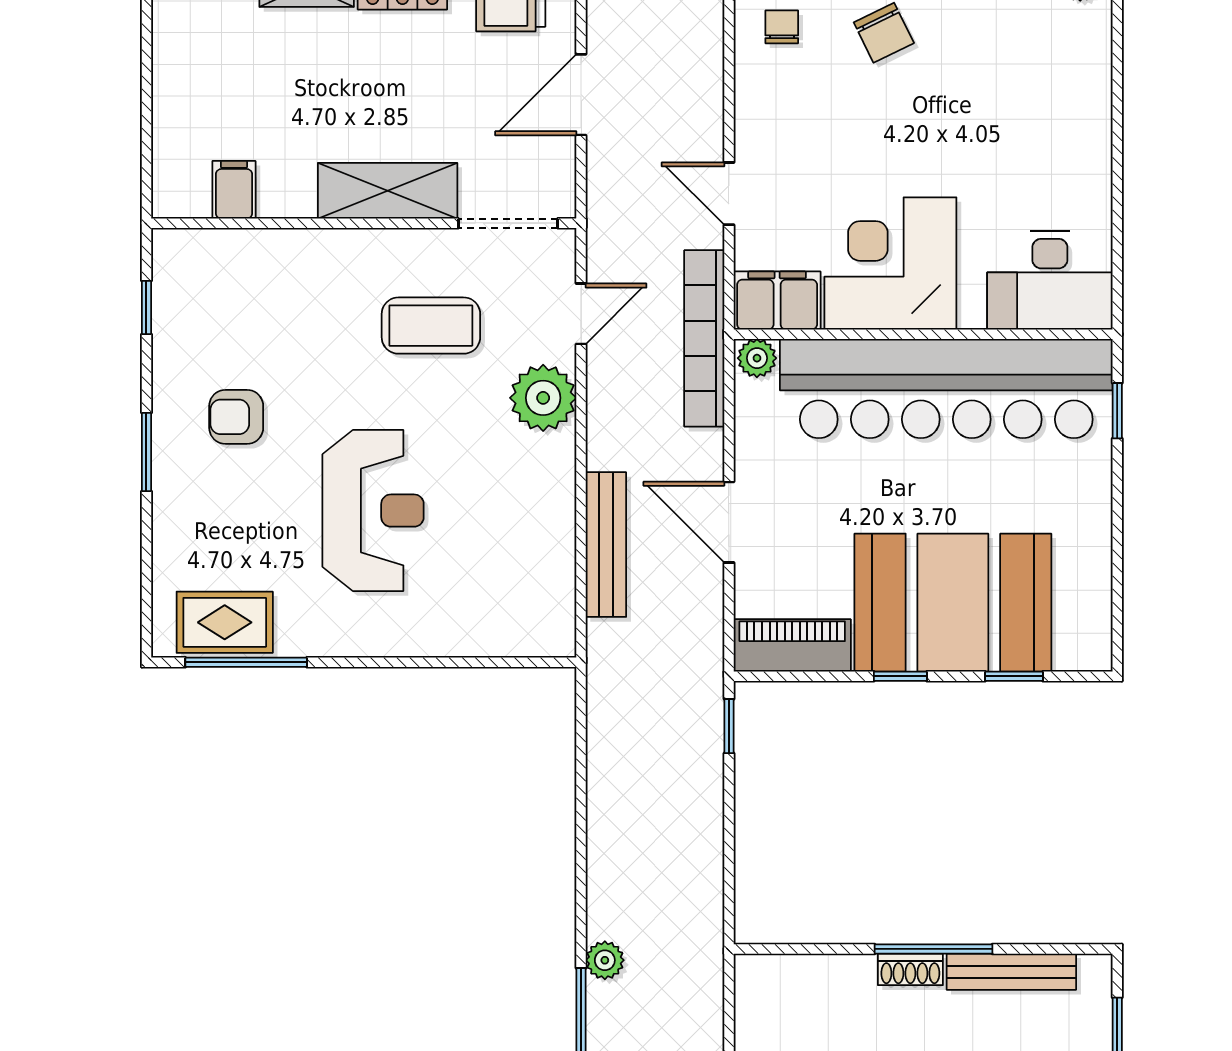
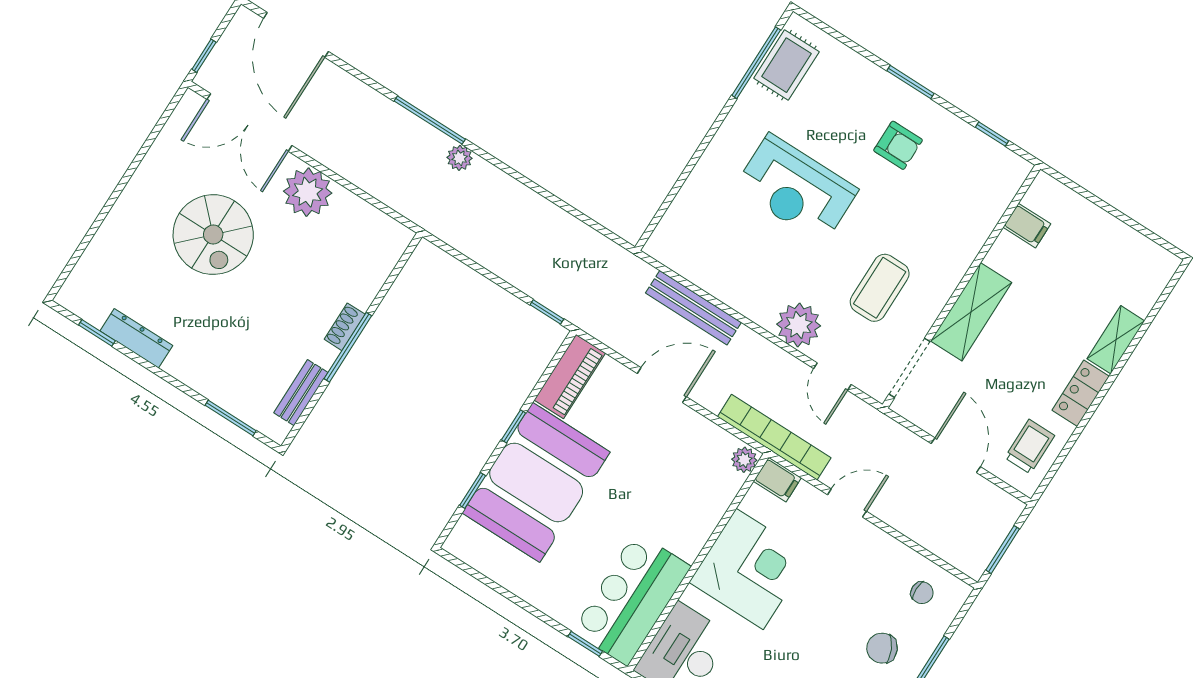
filing cabinet: (777, 301) -> (777, 480), width x0.50
bar counter: (946, 388) -> (632, 599), width x0.54
armchair: (236, 417) -> (898, 145), turned 90
bench: (1011, 972) -> (301, 393), width x0.73

